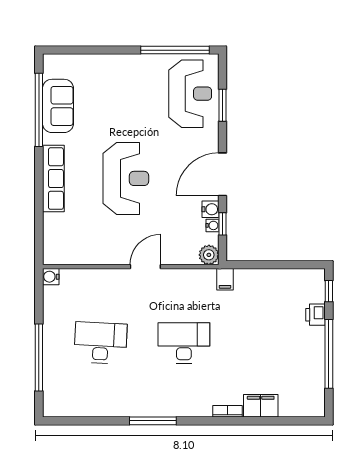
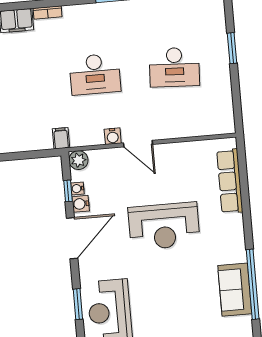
reception desk: (126, 178) -> (164, 226), turned -90
row of seats: (53, 179) -> (230, 181), moved
door: (145, 267) -> (138, 144), hinge flipped
water cooler: (51, 277) -> (113, 136), moved, turned 90
window: (39, 357) -> (232, 48), width x0.47

